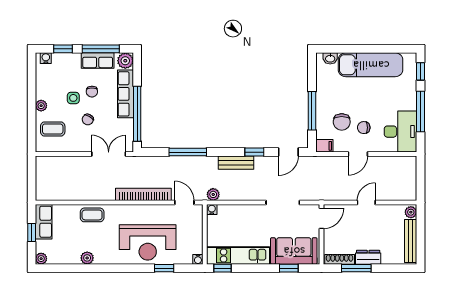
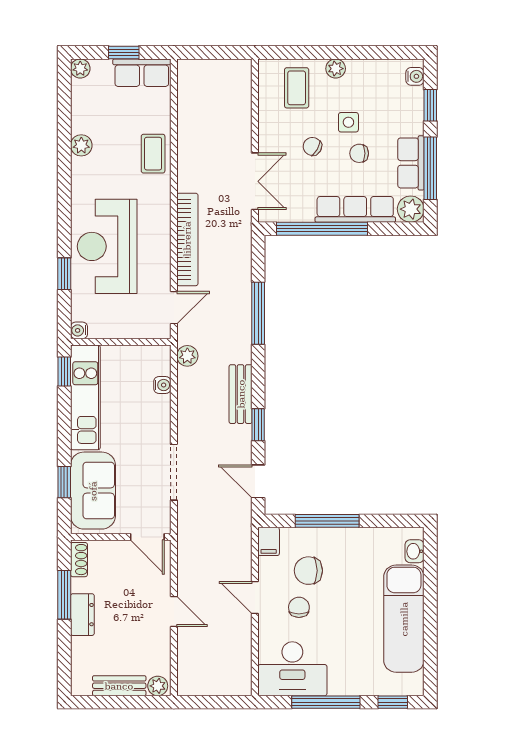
water cooler: (212, 209) -> (162, 385), moved
bench: (411, 241) -> (119, 686), width x0.73
shoe rack: (340, 259) -> (79, 560), width x0.70

